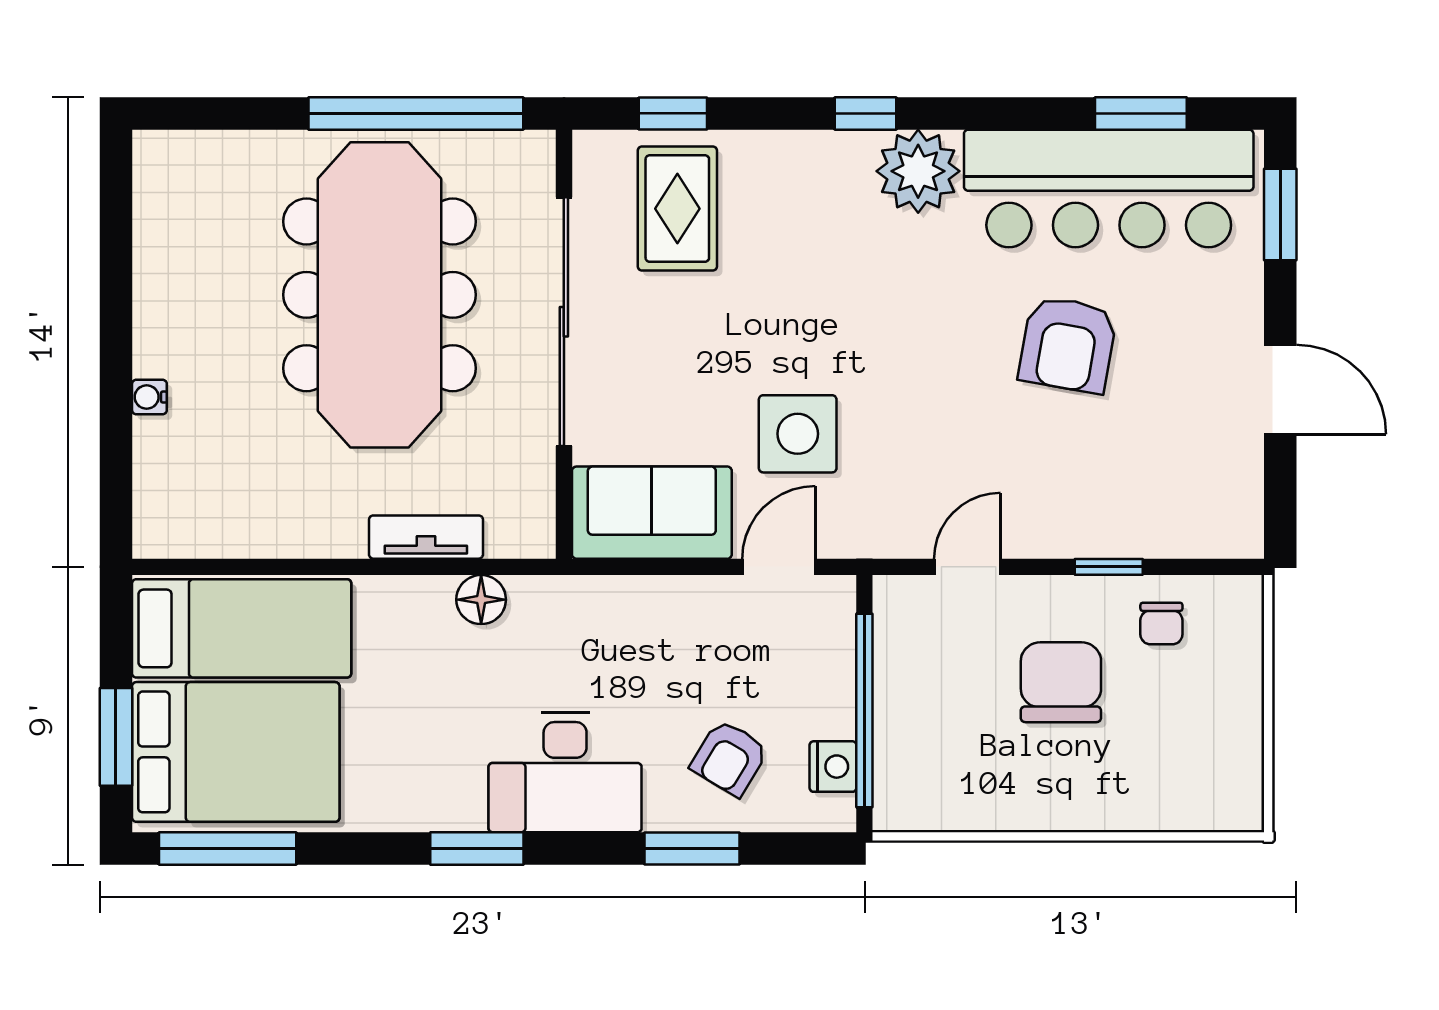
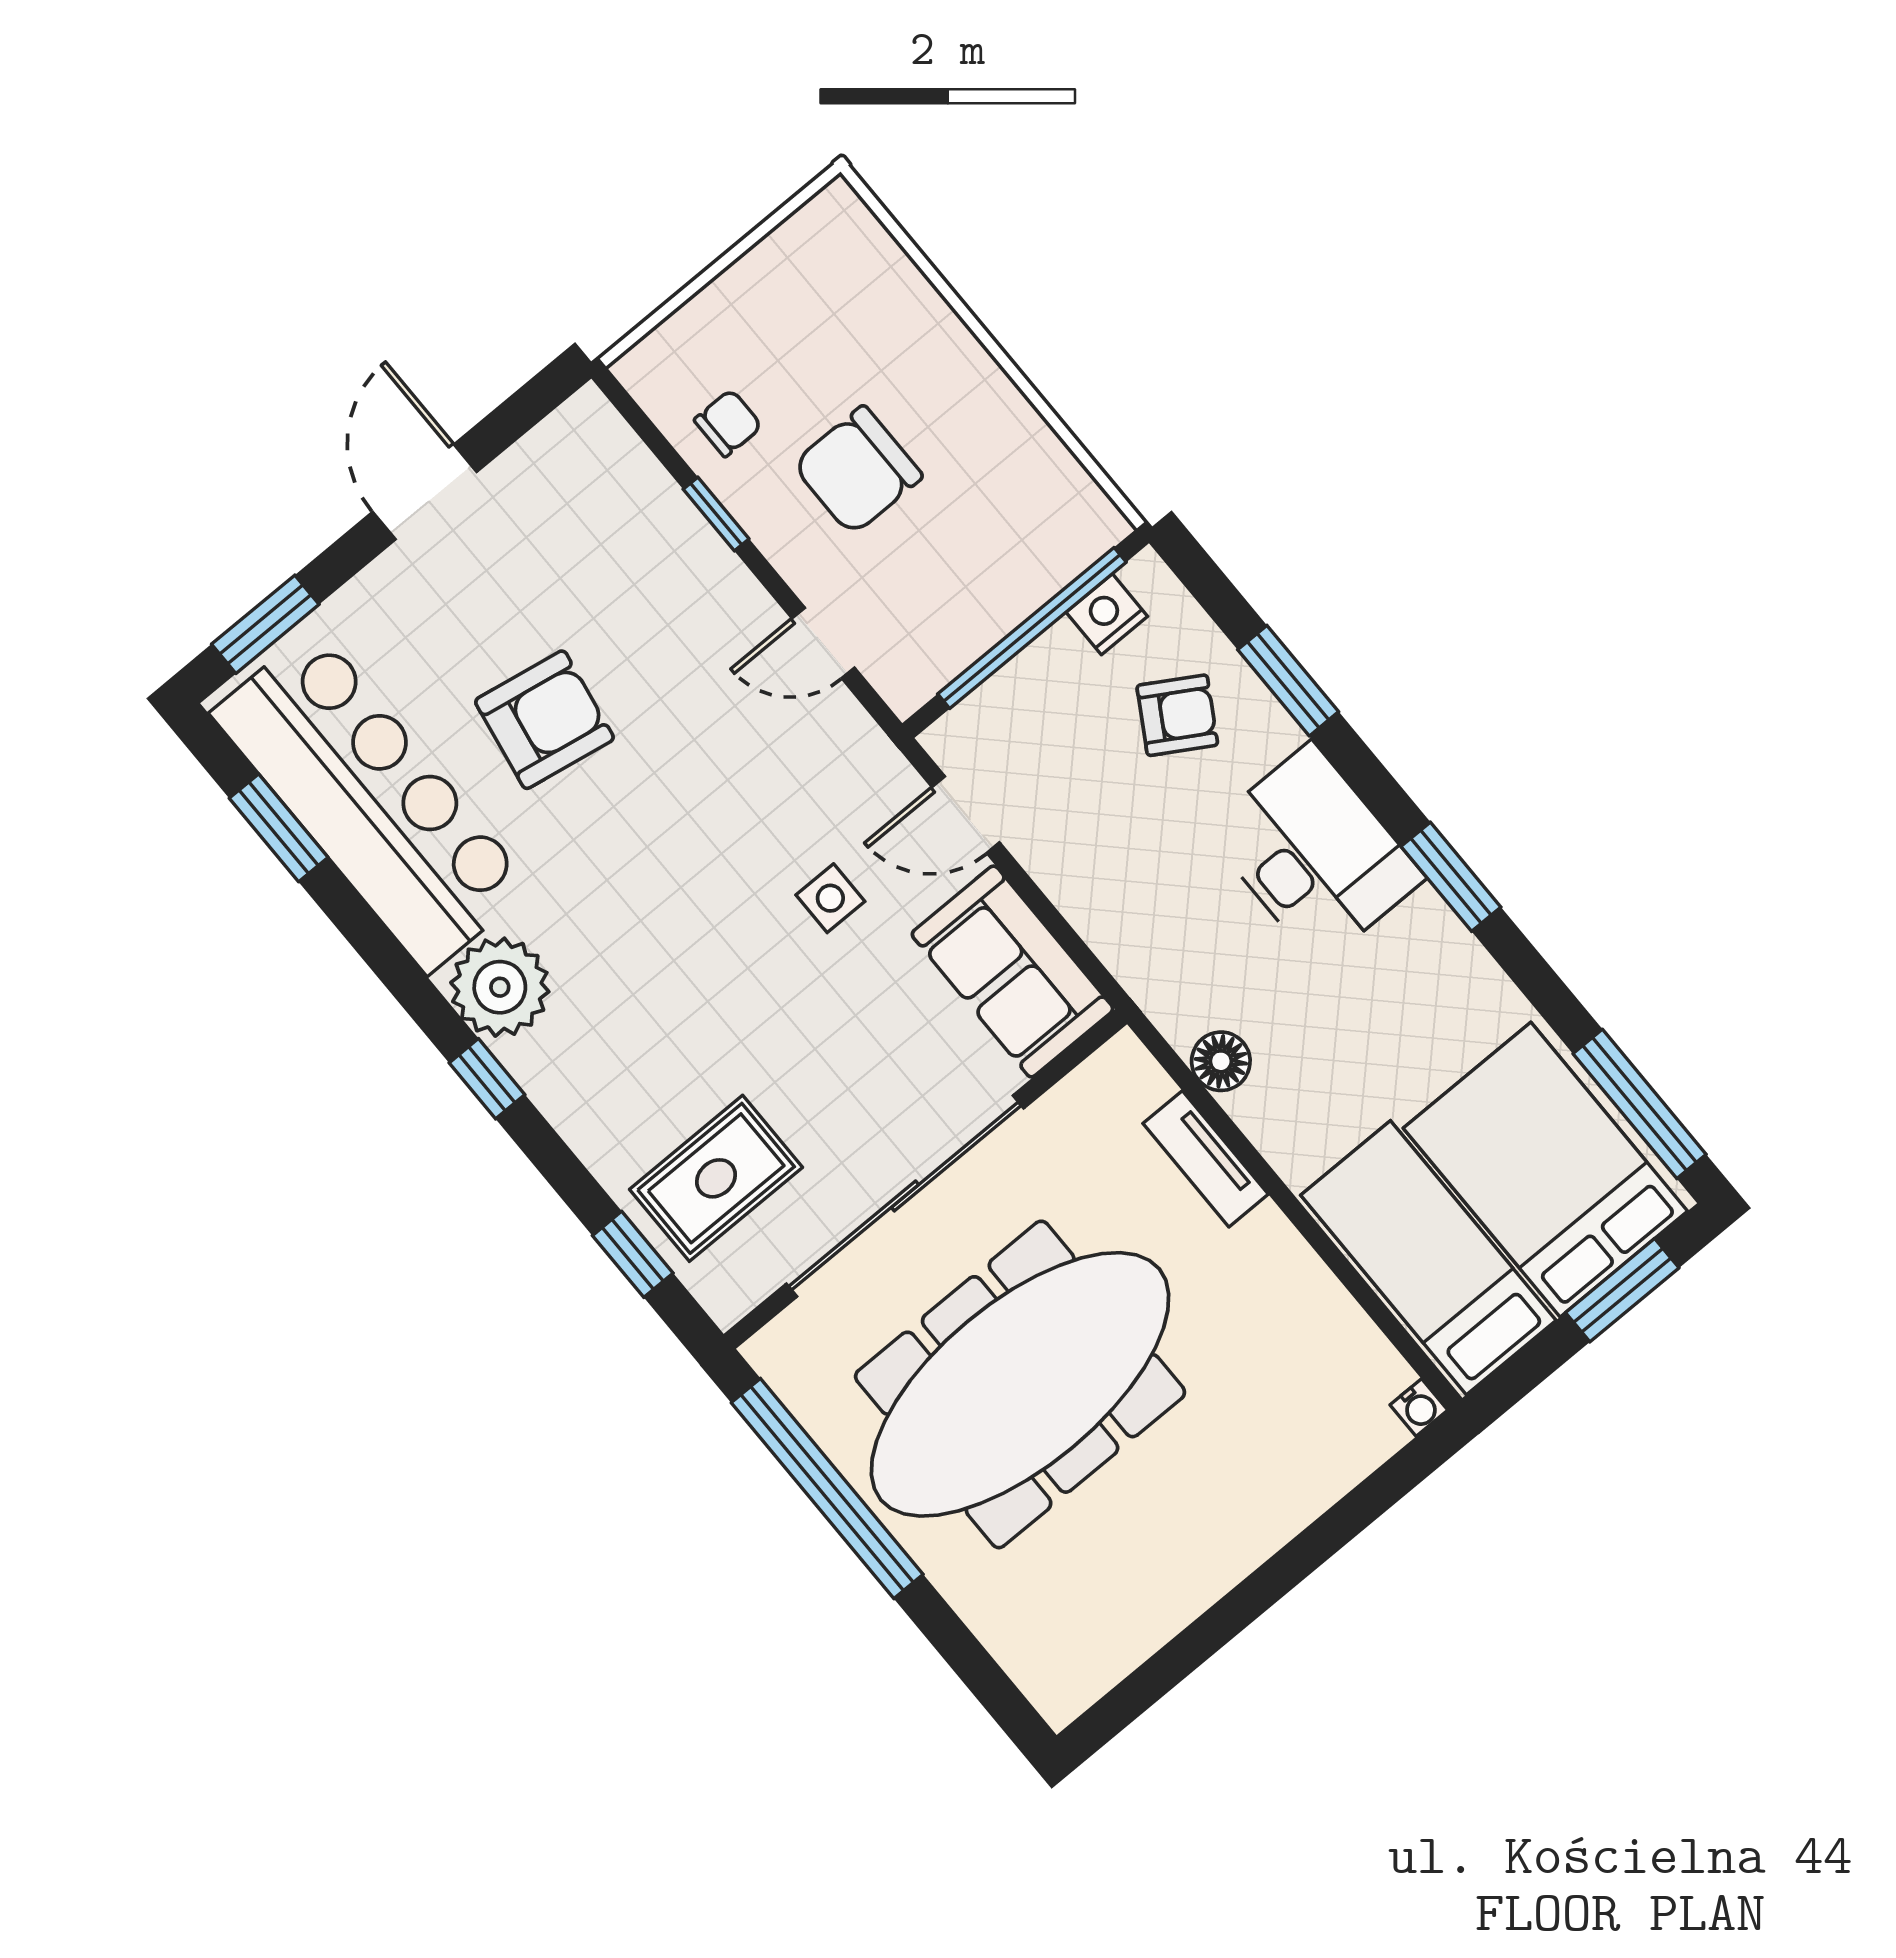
water cooler: (149, 397) -> (1419, 1408), moved
side table: (798, 434) -> (830, 898), width x0.54, depth x0.54

